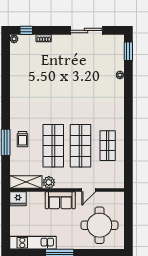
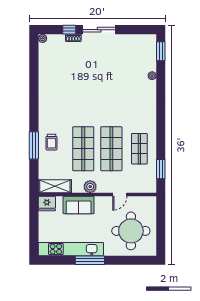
window: (26, 30) -> (69, 30), moved
sliding door: (86, 30) -> (99, 30), moved
window: (128, 165) -> (161, 169), added
plant: (49, 182) -> (90, 187), moved
sofa: (60, 200) -> (79, 205), moved
kitchen unit: (33, 243) -> (71, 249), width x1.36

